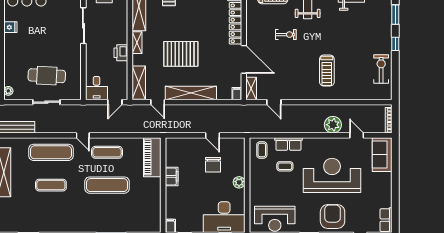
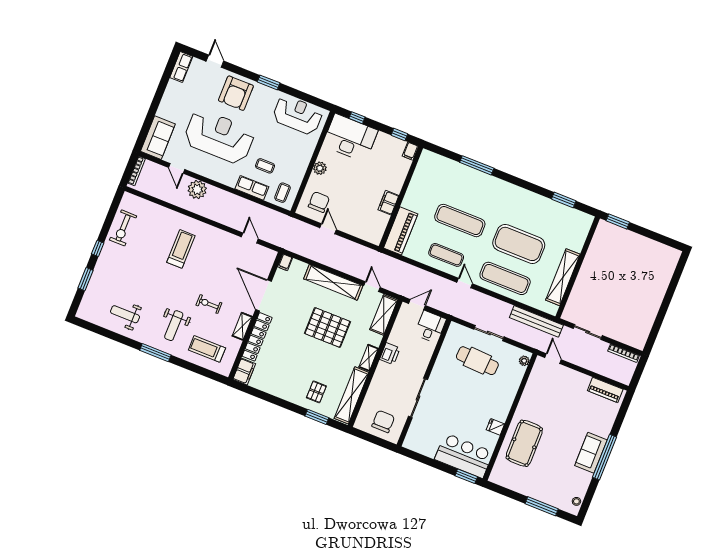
shelving: (251, 88) -> (242, 326), moved
chair: (213, 165) -> (319, 202), moved
reception desk: (332, 175) -> (219, 137), turned 180
exercise mat: (51, 185) -> (519, 244), width x2.00, depth x1.45

